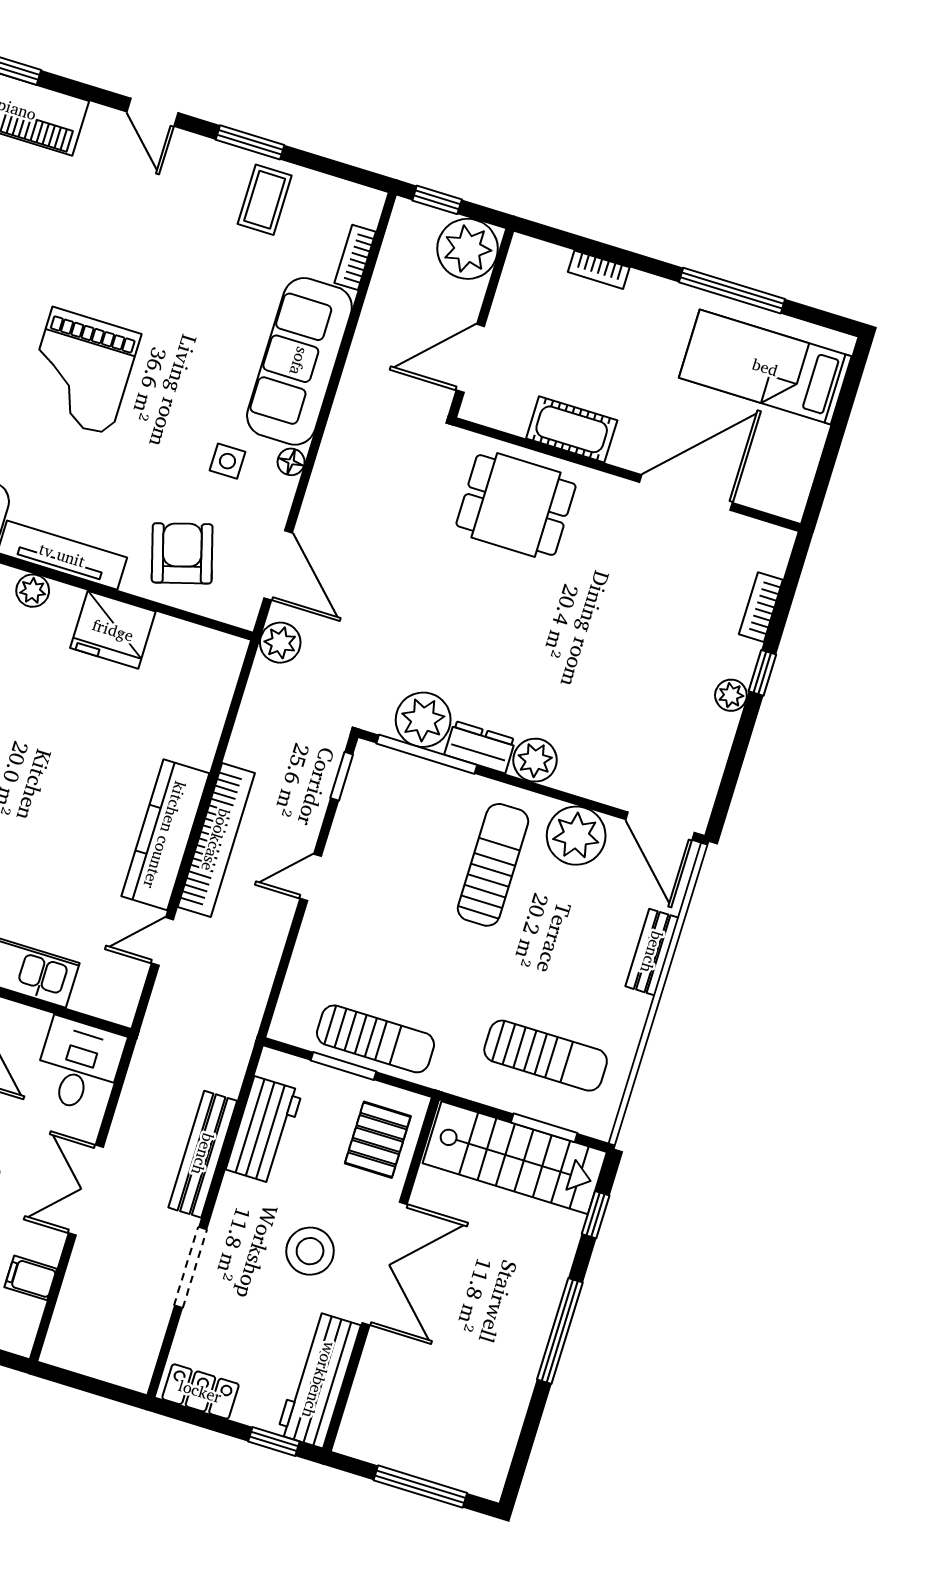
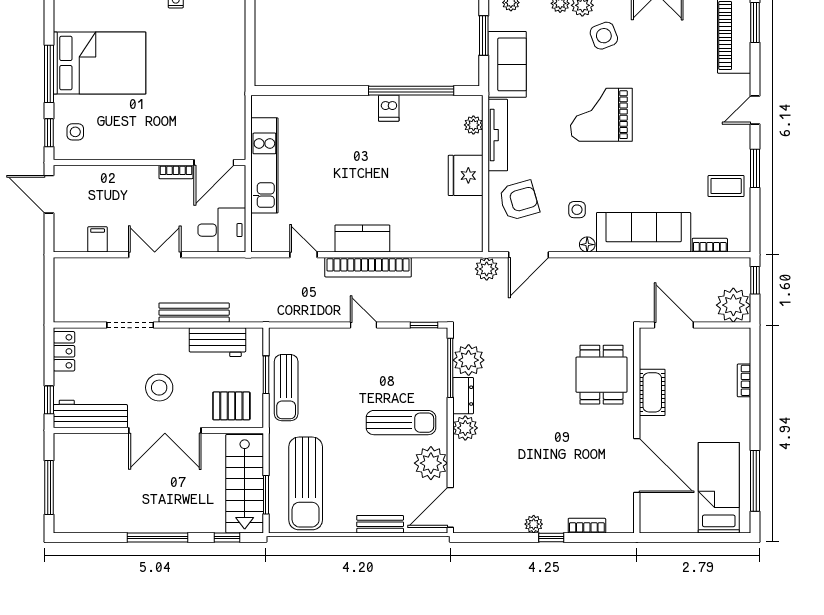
window: (732, 291) -> (755, 481), moved
kitchen counter: (165, 835) -> (362, 238), width x0.67
sun lounger: (546, 1056) -> (306, 483), width x1.36, depth x1.34

